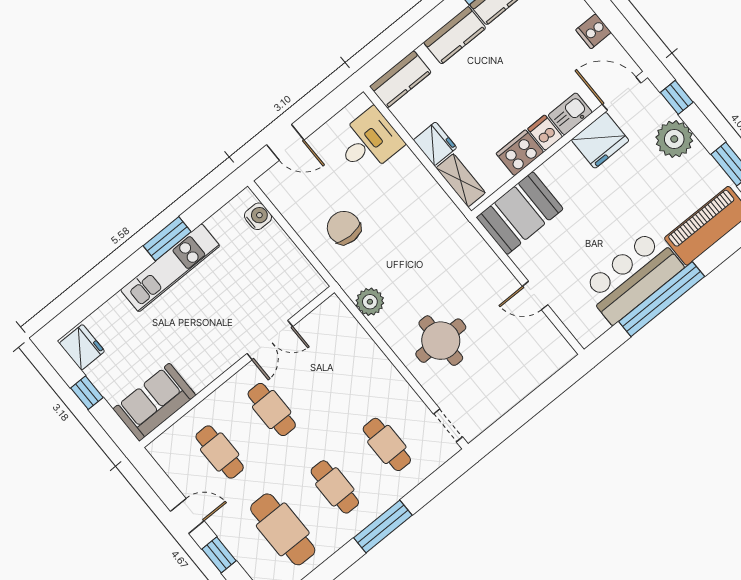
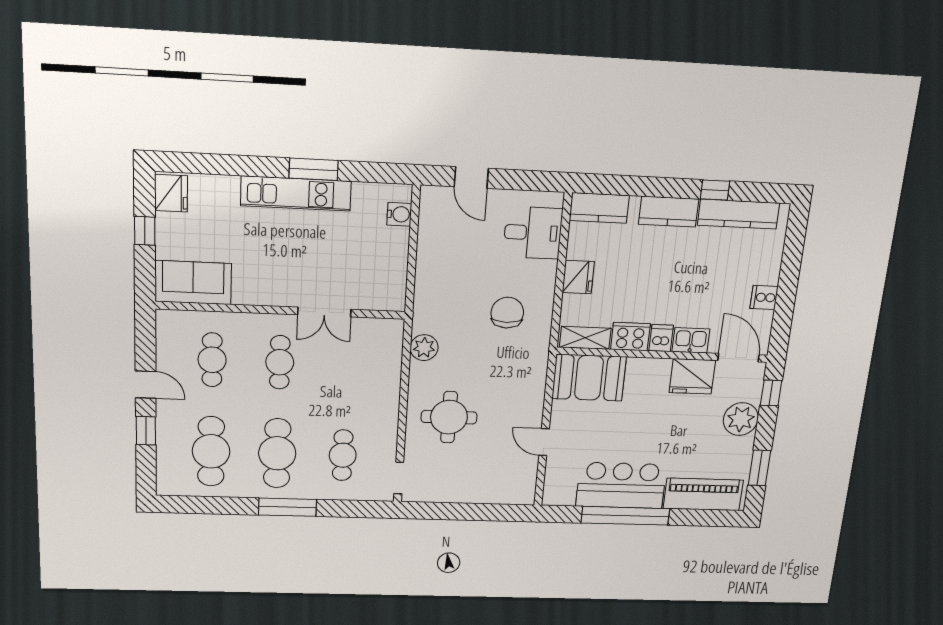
shelving: (461, 180) -> (585, 338), moved, turned 90
chair: (344, 228) -> (507, 313), moved
cafe table: (335, 487) -> (277, 453), width x1.37, depth x1.35

